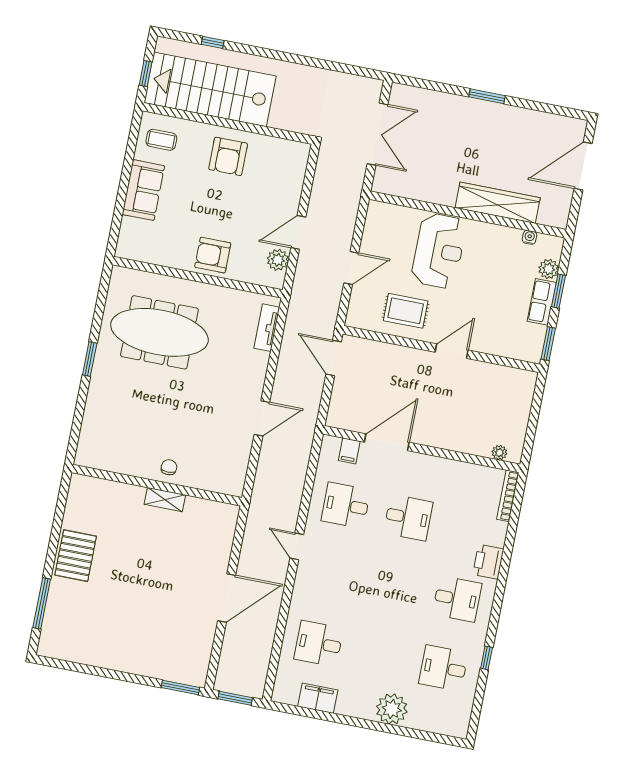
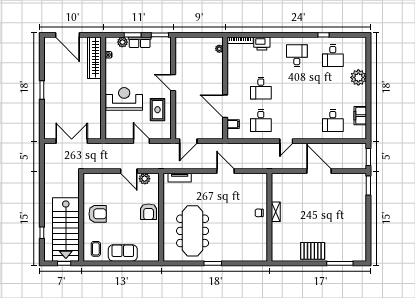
wardrobe: (498, 203) -> (94, 58), moved
desk: (408, 518) -> (261, 88), turned 180
printer: (488, 562) -> (262, 44), moved

